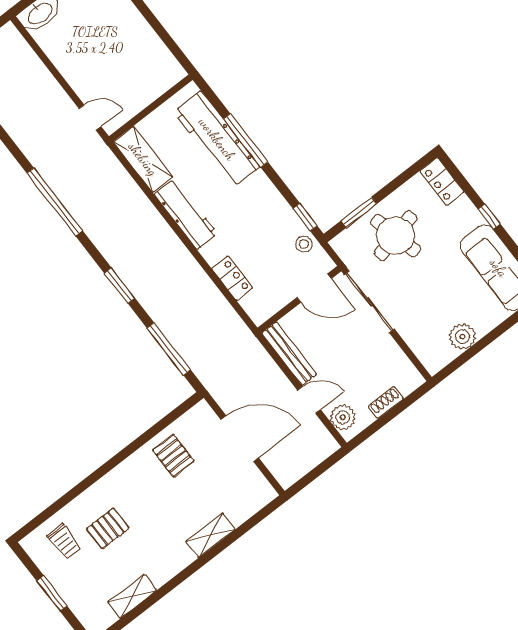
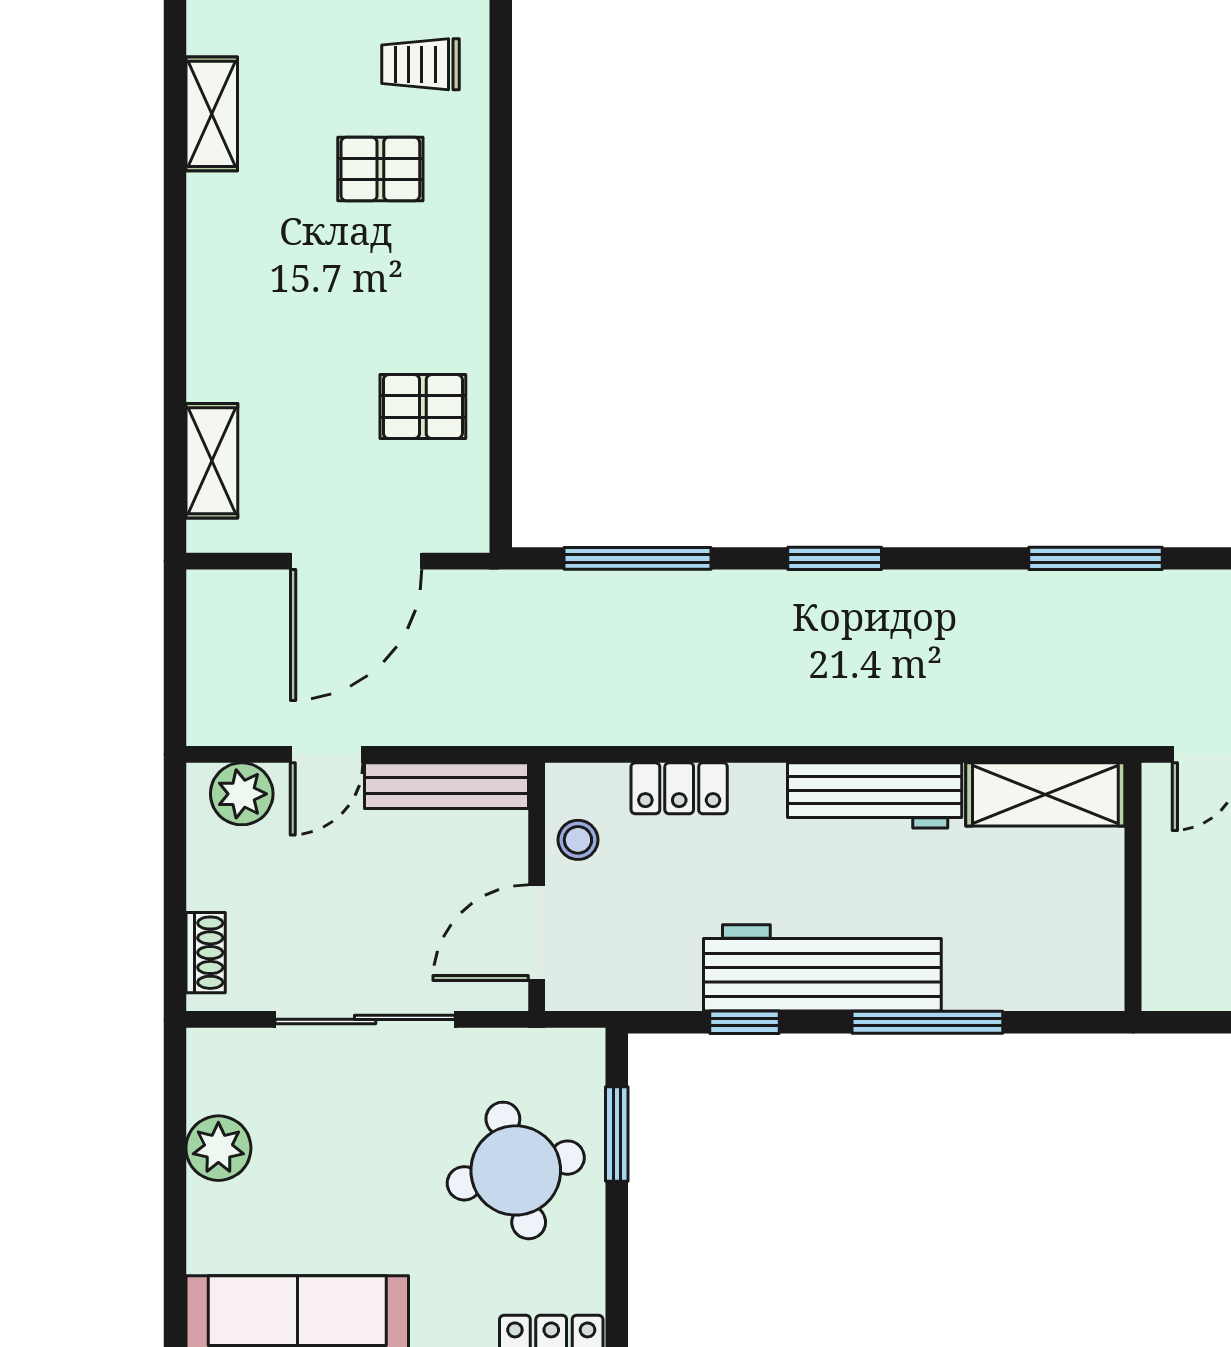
workbench: (217, 139) -> (822, 968), moved
window: (55, 202) -> (1096, 558), width x0.68
window: (305, 217) -> (745, 1022), moved
stool: (304, 244) -> (578, 840), moved
sliding door: (369, 302) -> (365, 1019), moved
shoe rack: (386, 403) -> (206, 953), moved
pallet: (108, 528) -> (380, 169), turned 90
shelving: (211, 535) -> (212, 461), moved

